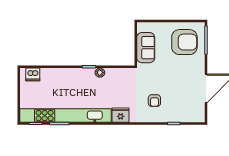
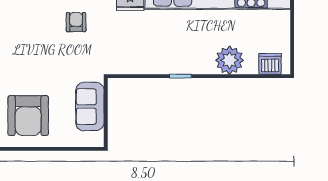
armchair: (184, 42) -> (28, 116), turned -90
plant: (100, 73) -> (229, 60), moved, width x1.87, depth x1.87

